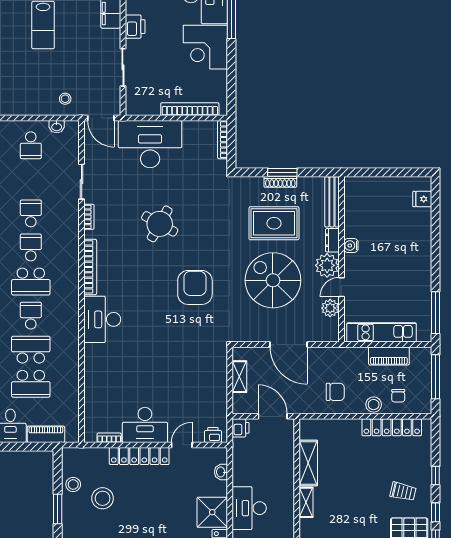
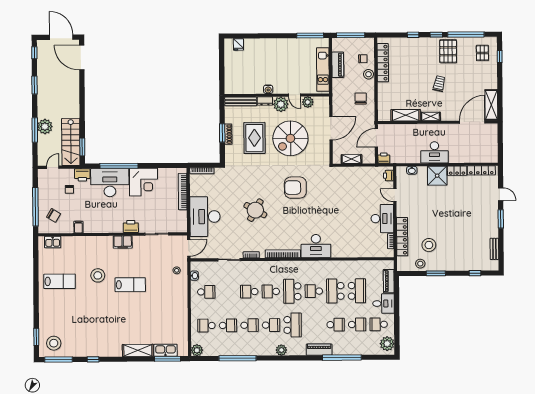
school desk: (31, 282) -> (292, 291), turned 180
locker: (139, 456) -> (402, 237), moved
trolley: (403, 492) -> (439, 84), moved

